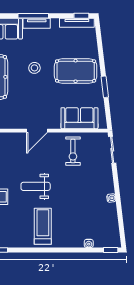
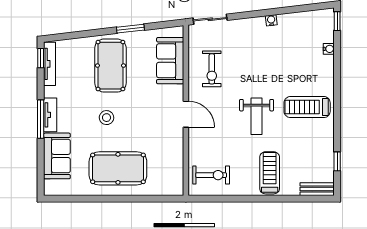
exercise bike: (73, 151) -> (212, 69), turned 90

